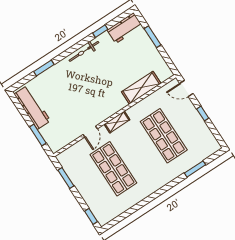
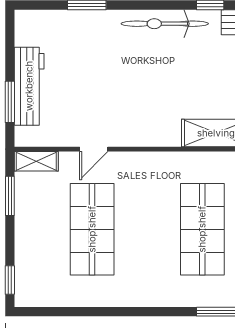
bicycle: (84, 51) -> (165, 24), width x1.37, depth x1.40
workbench: (32, 107) -> (29, 86), moved
shelving: (117, 122) -> (36, 161), moved

